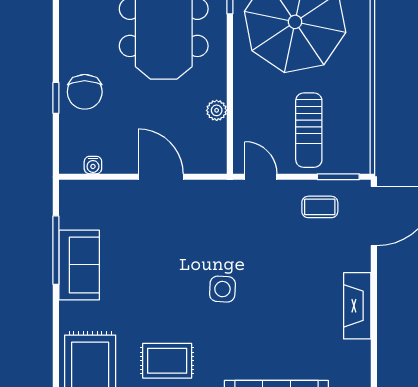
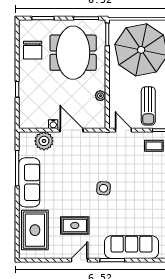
chair: (85, 92) -> (33, 50), moved
water cooler: (93, 165) -> (53, 124), moved
plant: (108, 198) -> (44, 141), added
sofa: (79, 265) -> (29, 182), width x1.36

